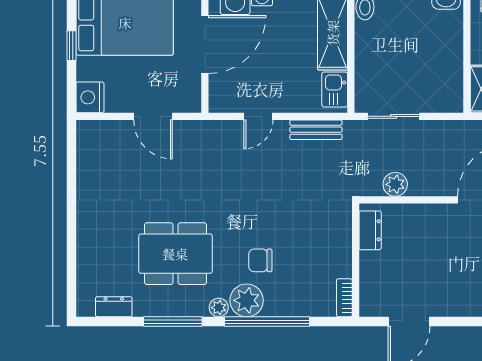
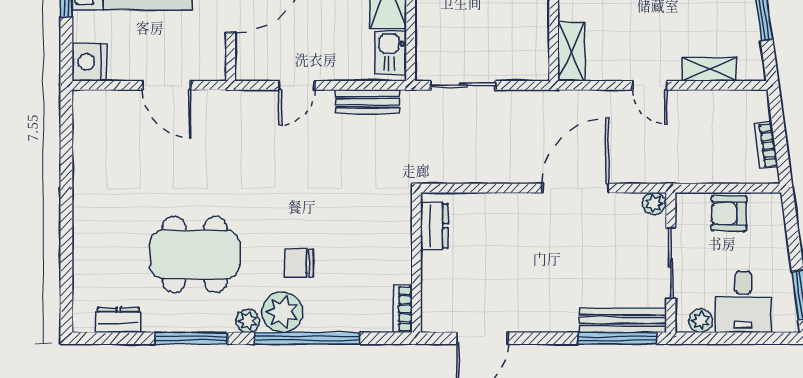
plant: (395, 184) -> (465, 169), removed

